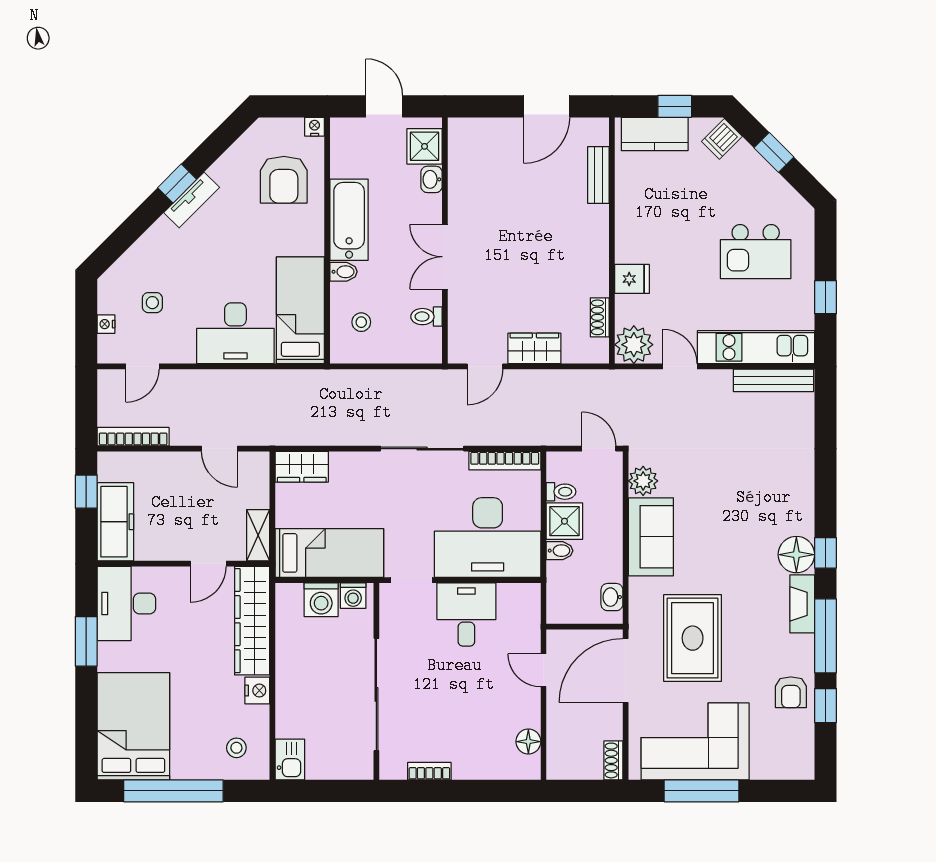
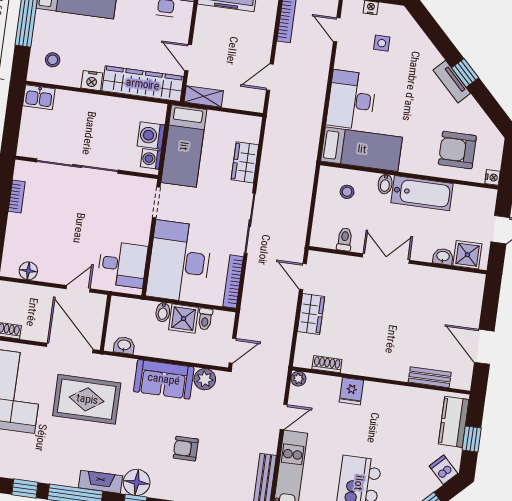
plant: (634, 345) -> (298, 379), width x0.53, depth x0.53
wardrobe: (302, 467) -> (245, 162), moved
desk: (466, 615) -> (122, 264), moved
armchair: (791, 692) -> (186, 449), moved

